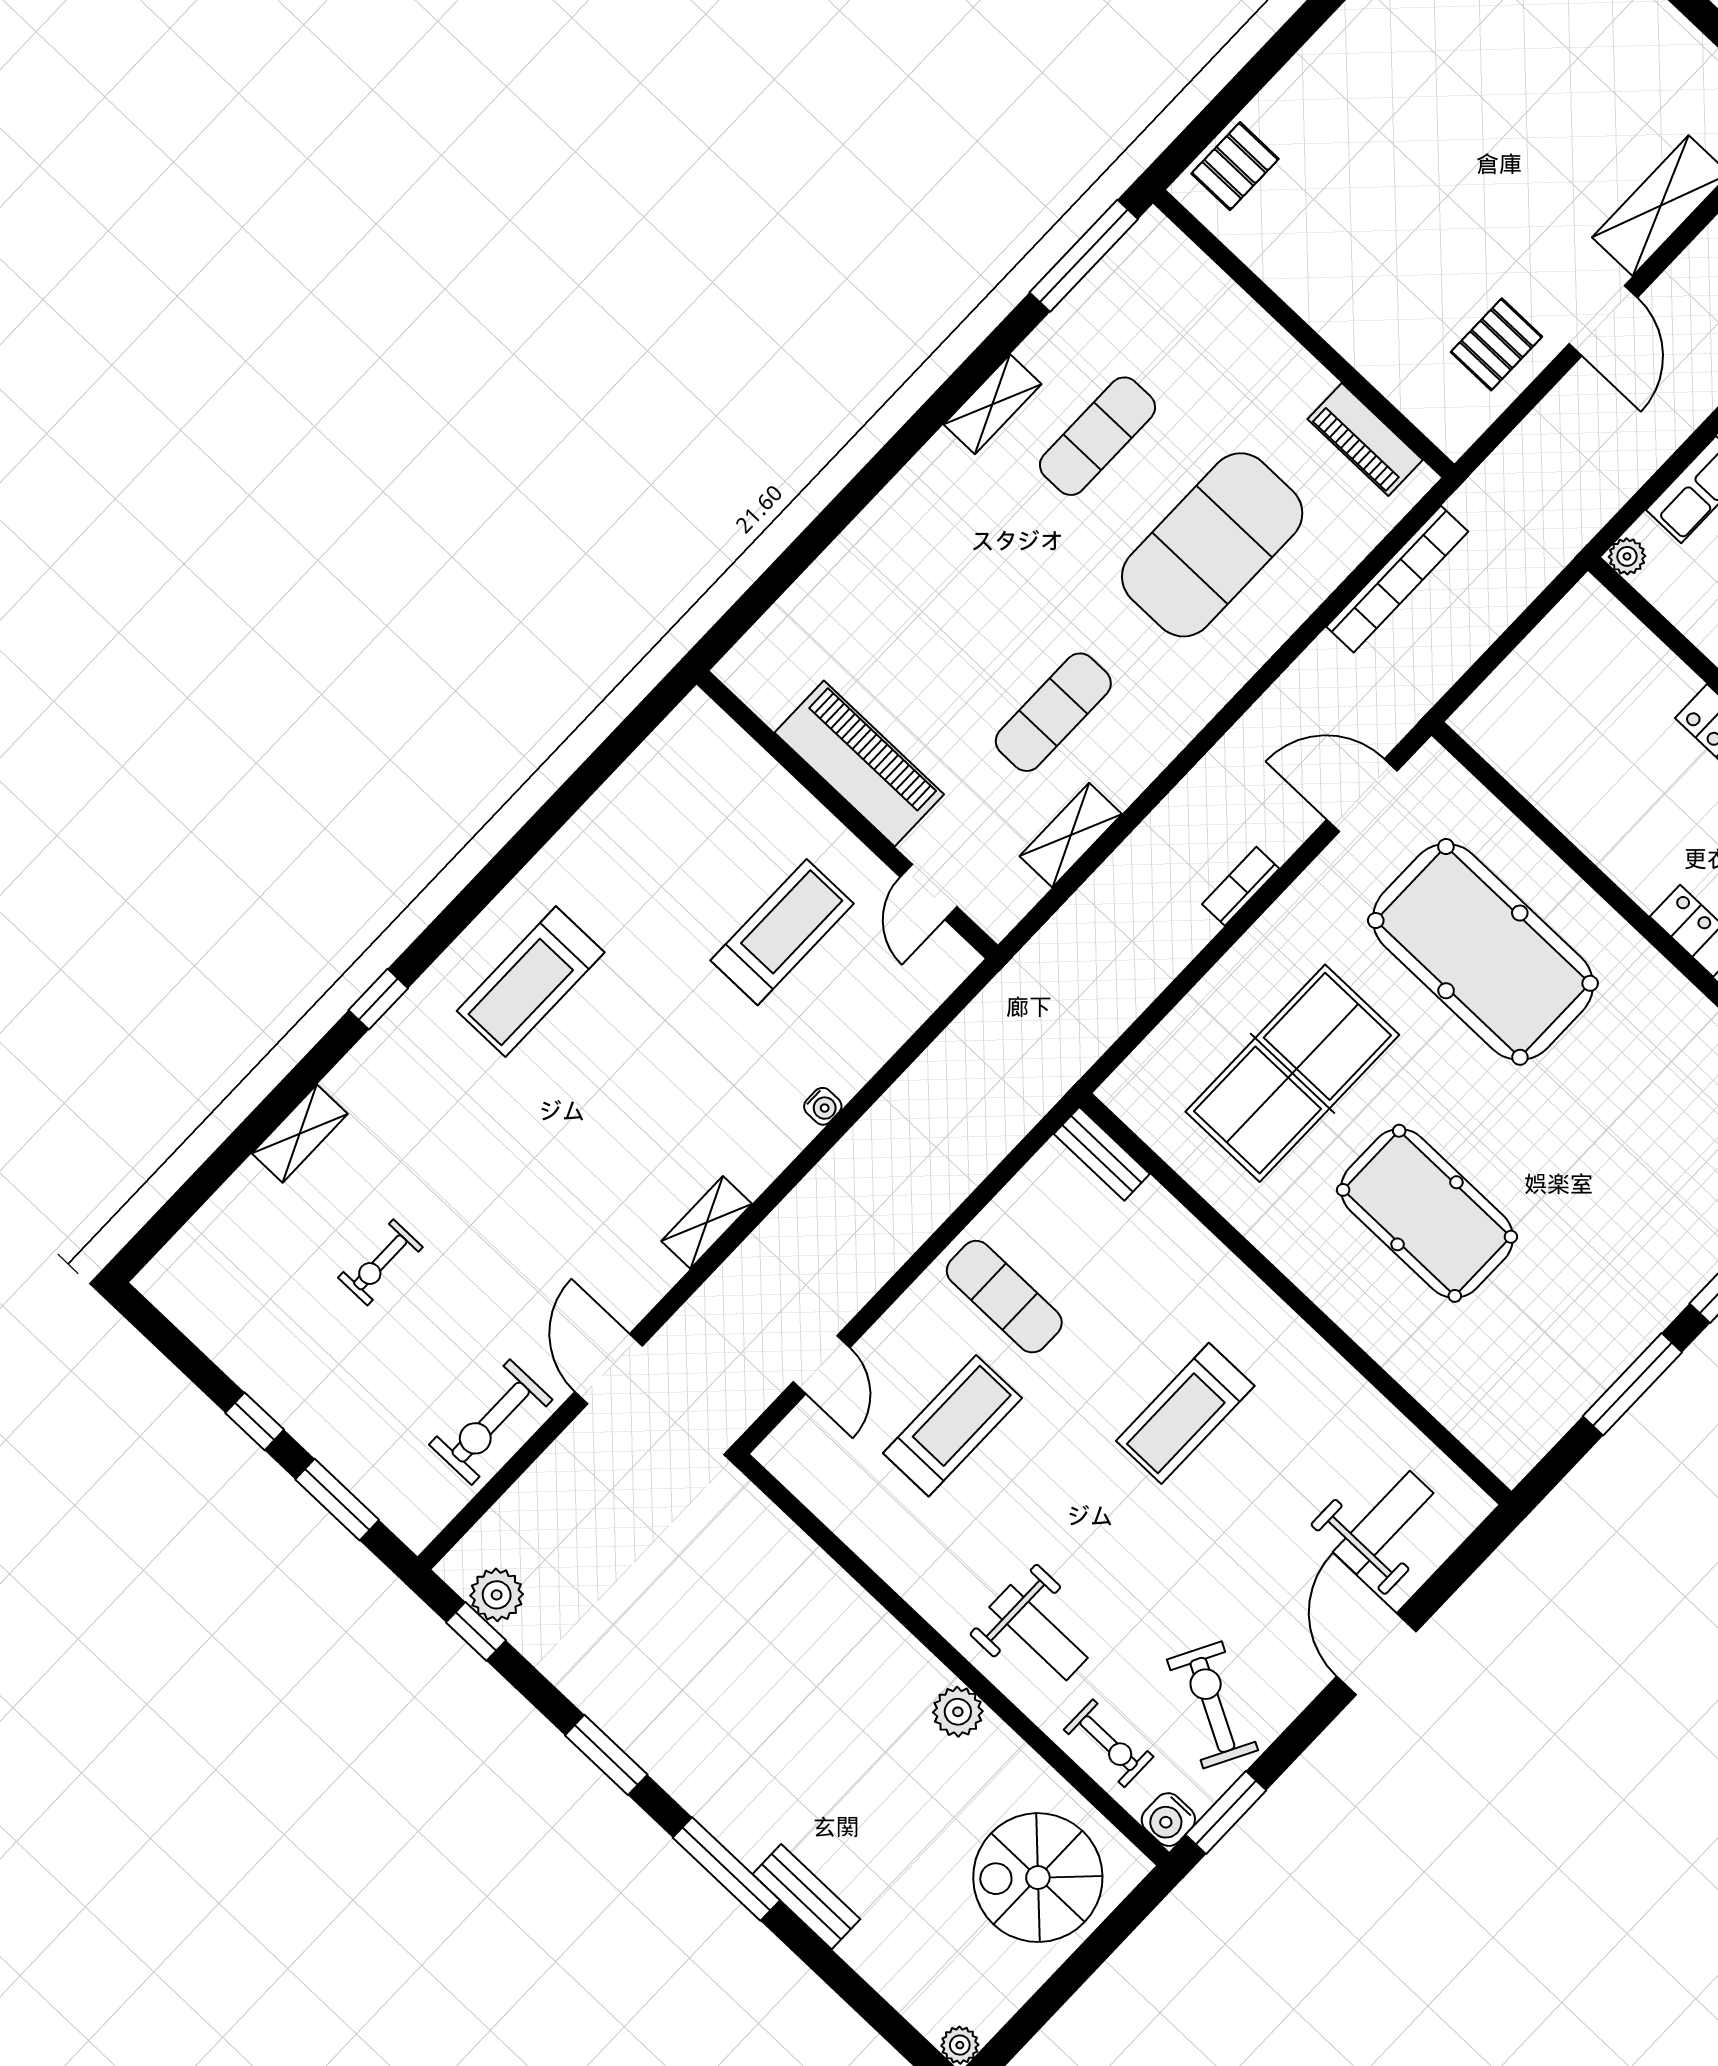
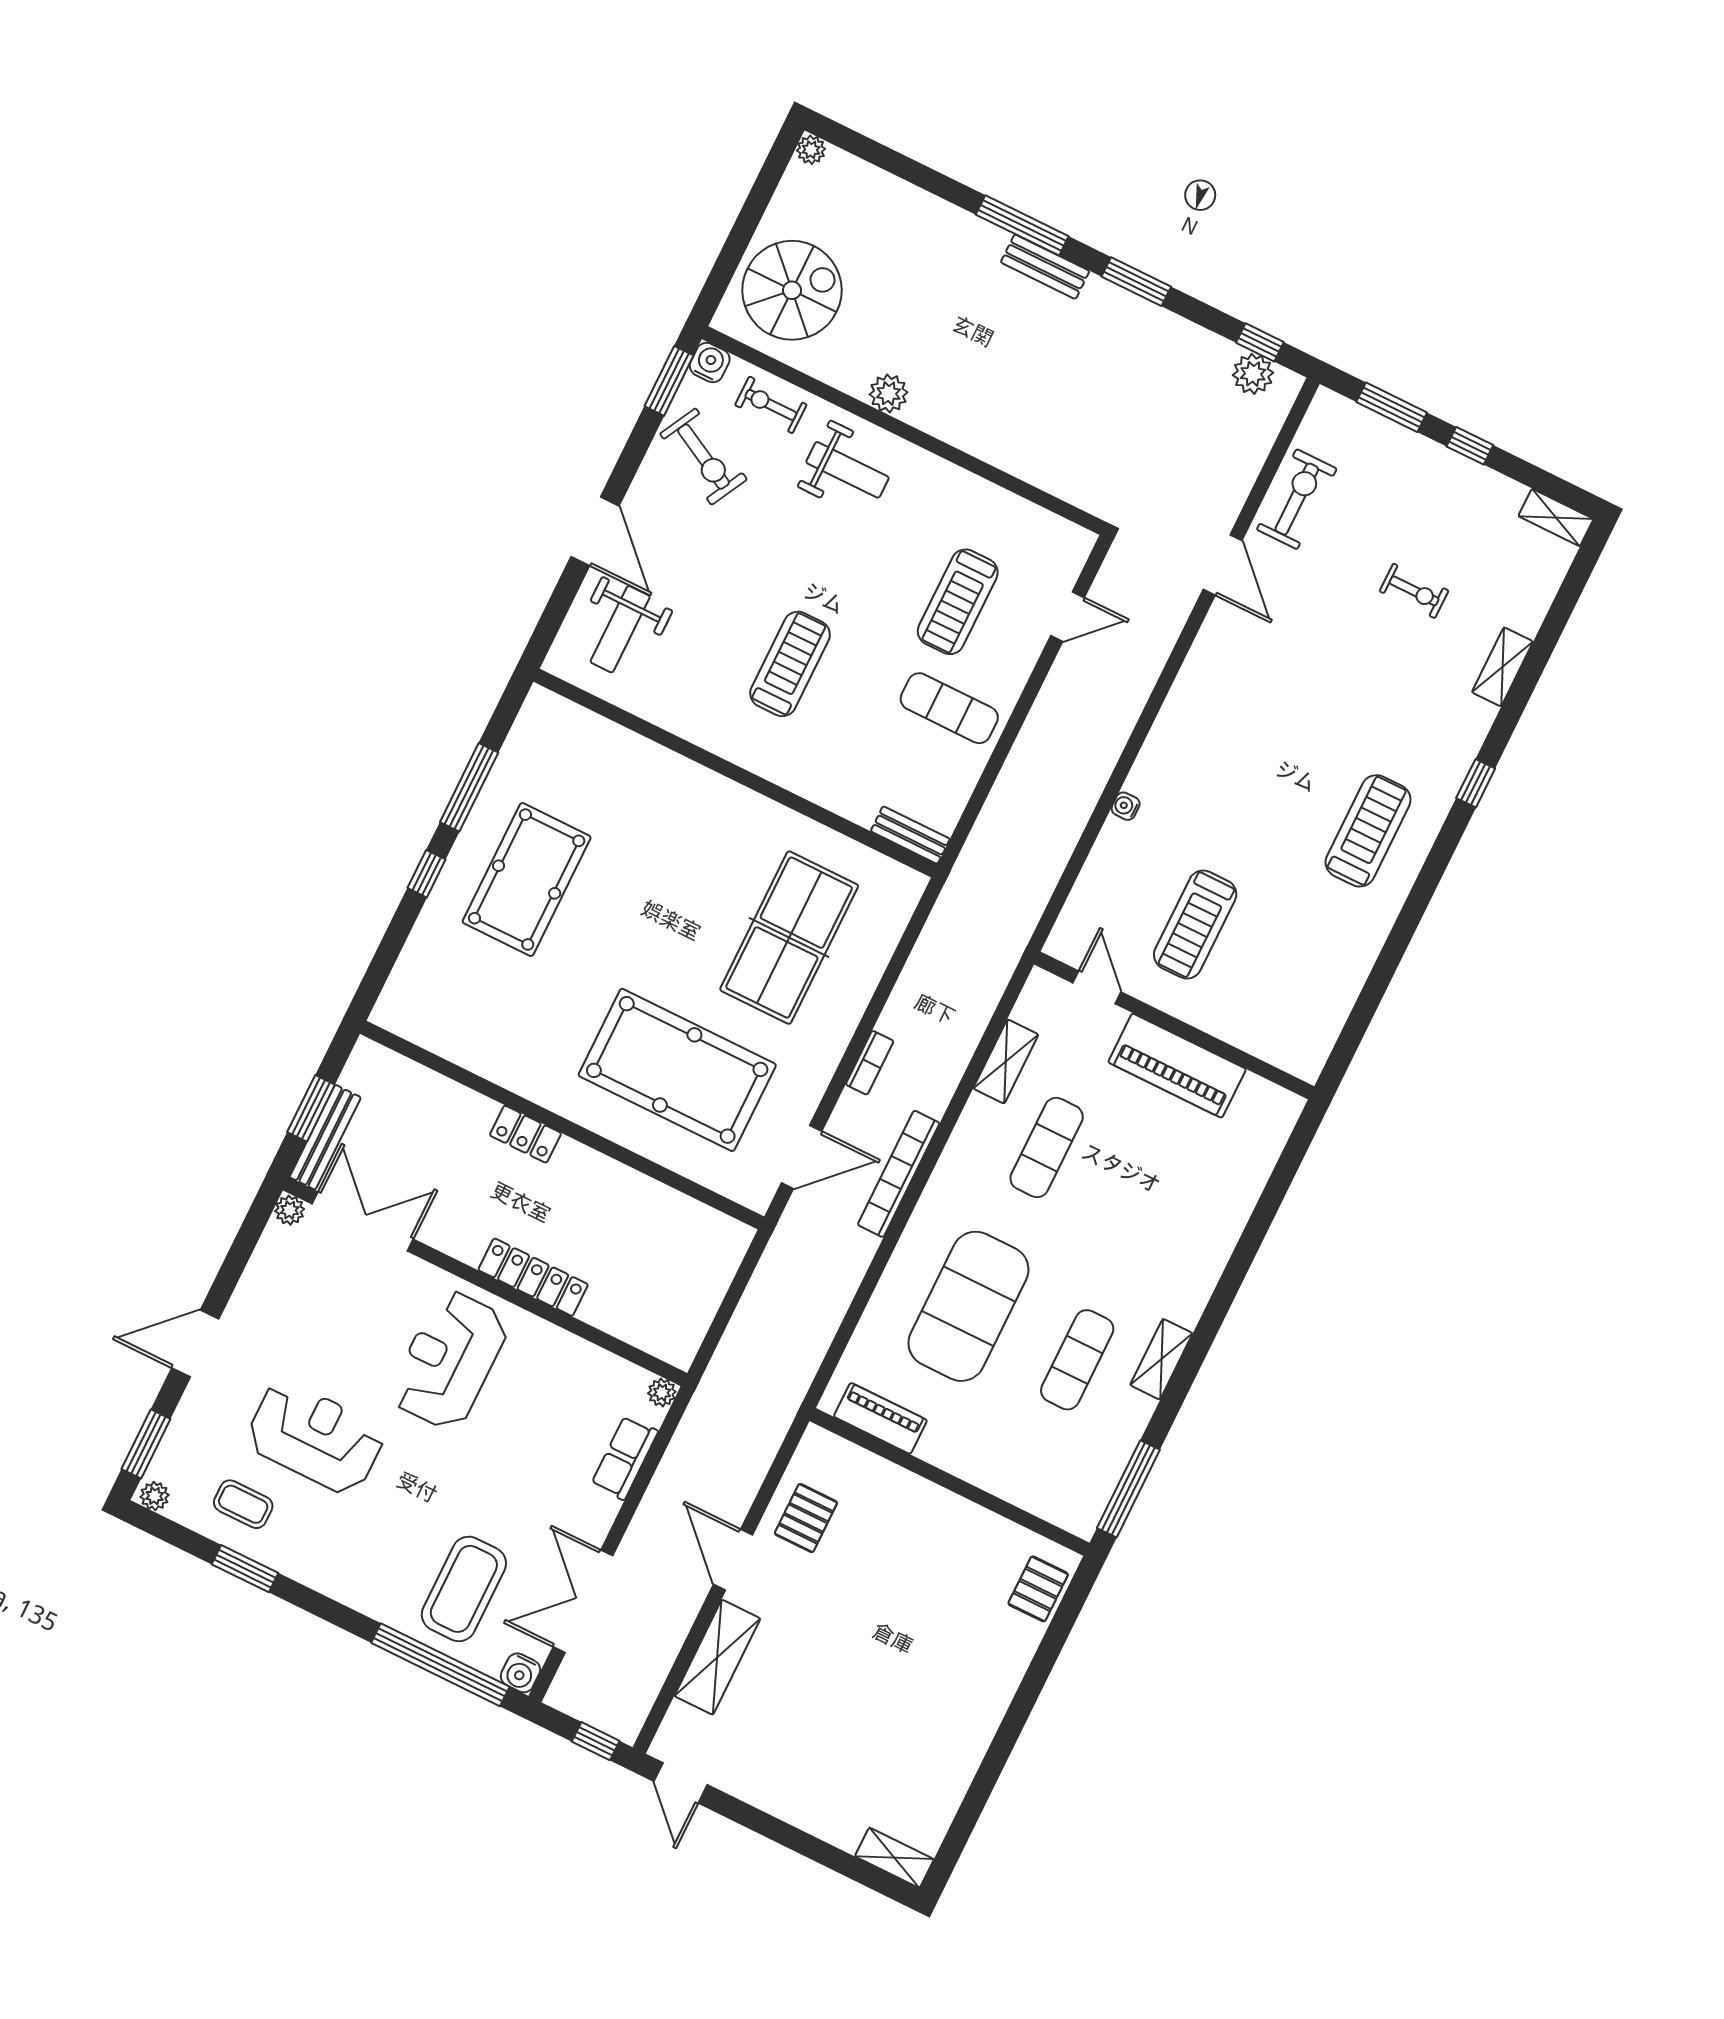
bookcase: (1397, 579) -> (899, 1174), moved
pool table: (1427, 1213) -> (527, 880), moved, turned 90
shelving: (707, 1222) -> (1556, 517), moved, turned 90
exercise bike: (380, 1262) -> (1414, 591), turned 90
door: (822, 1365) -> (1068, 617), swing flipped
weight bench: (1039, 1633) -> (847, 470), turned 180
bench: (806, 1897) -> (1045, 267), moved

